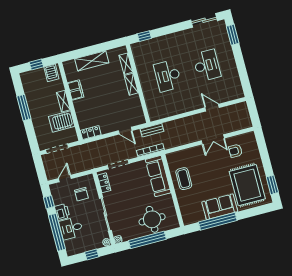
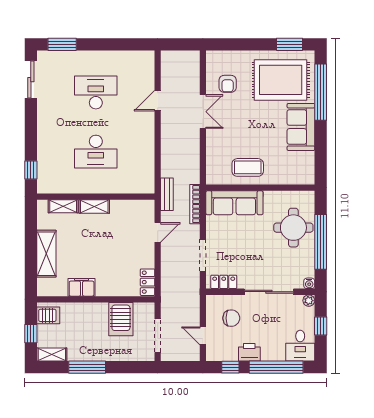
shelving: (63, 101) -> (52, 354), moved
window: (218, 221) -> (321, 92), moved
desk: (71, 228) -> (300, 346), moved

